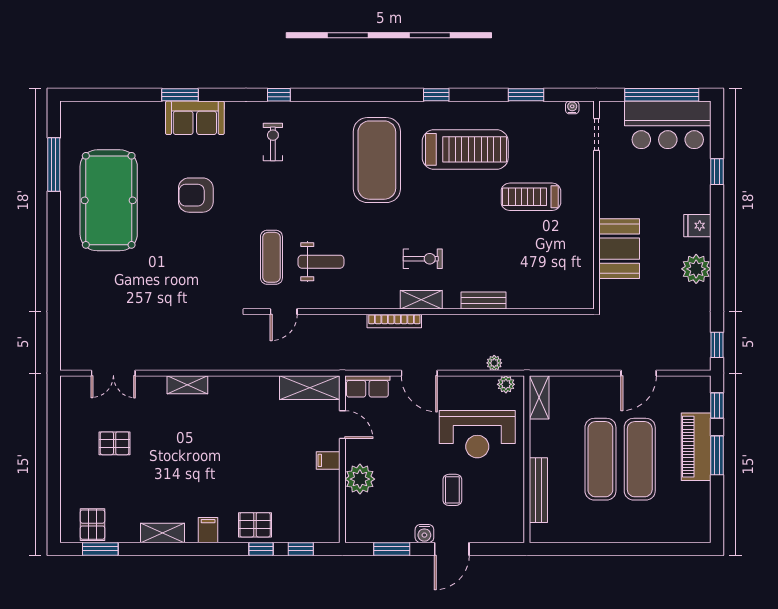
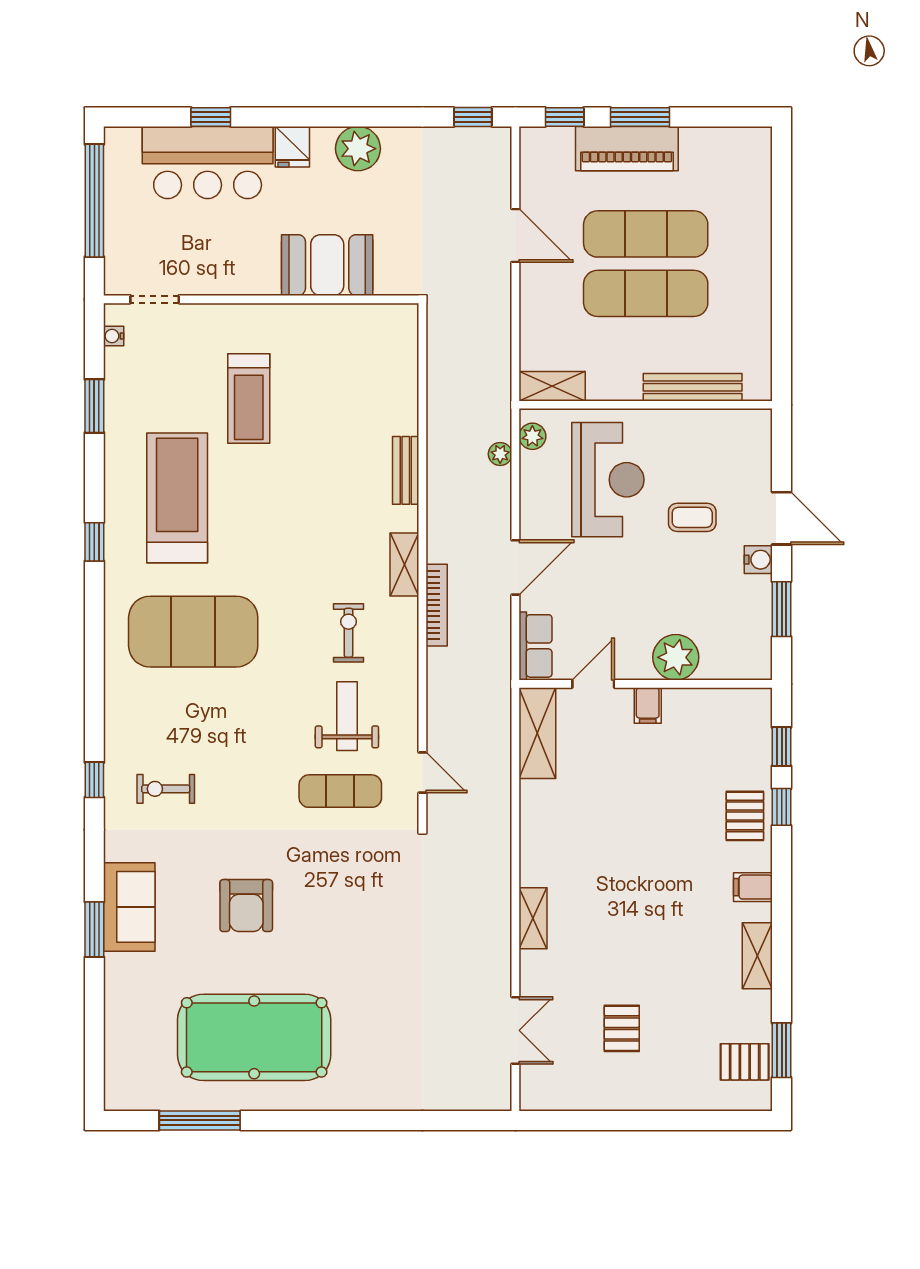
bar counter: (668, 125) -> (208, 162), moved, turned 90
exercise bike: (423, 259) -> (348, 633), moved

